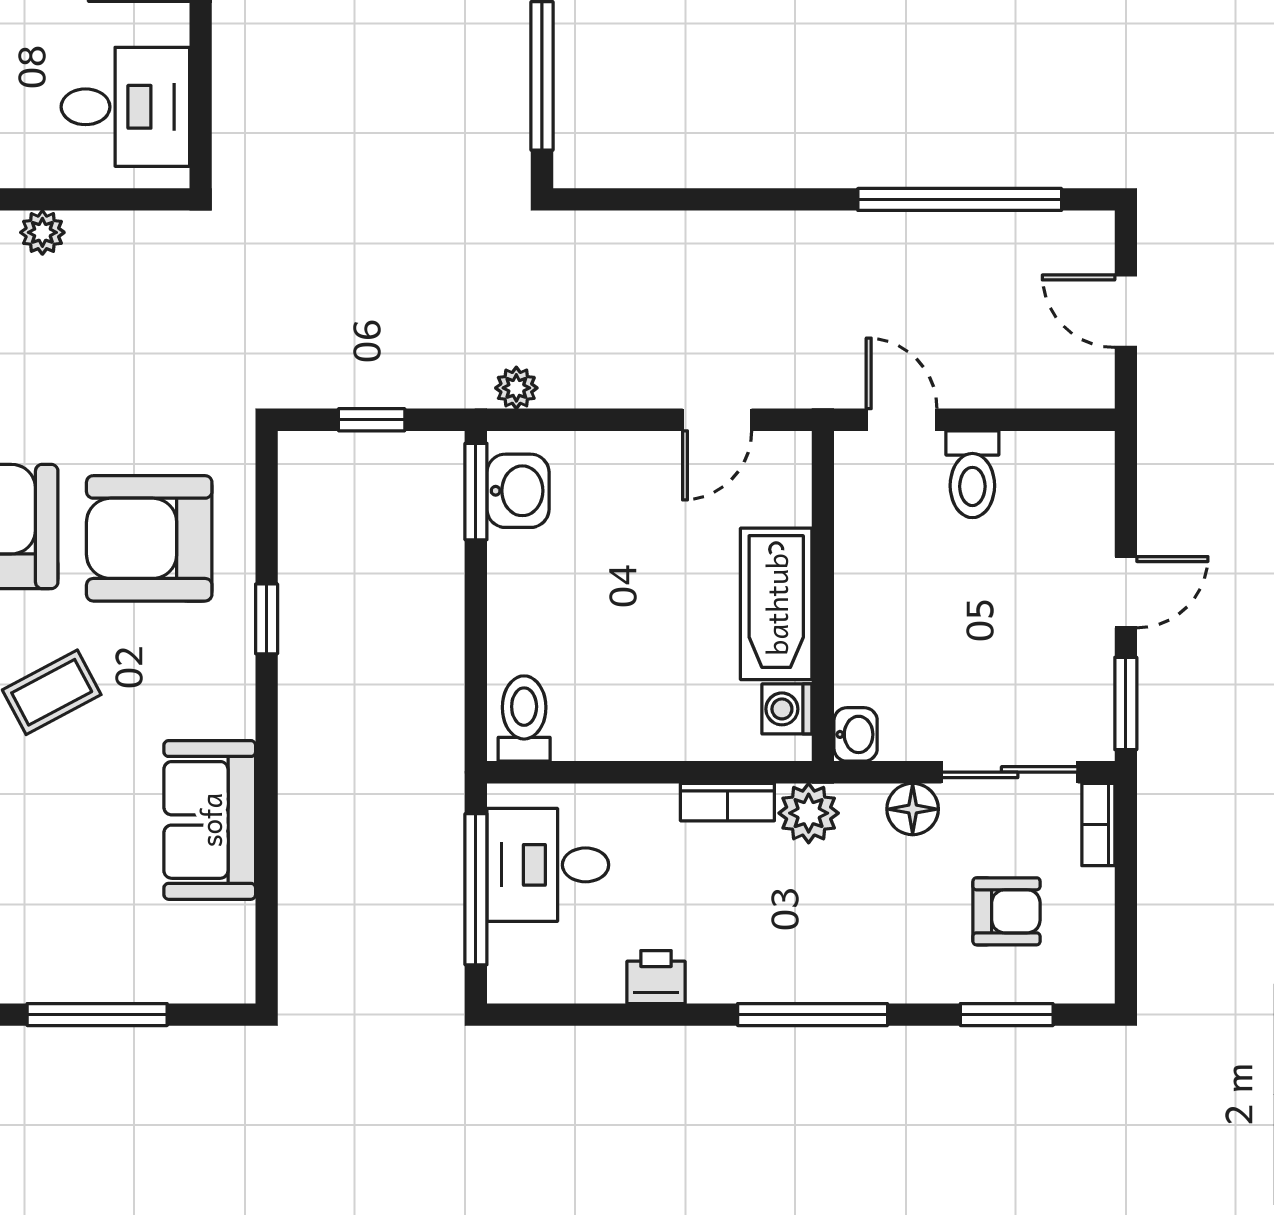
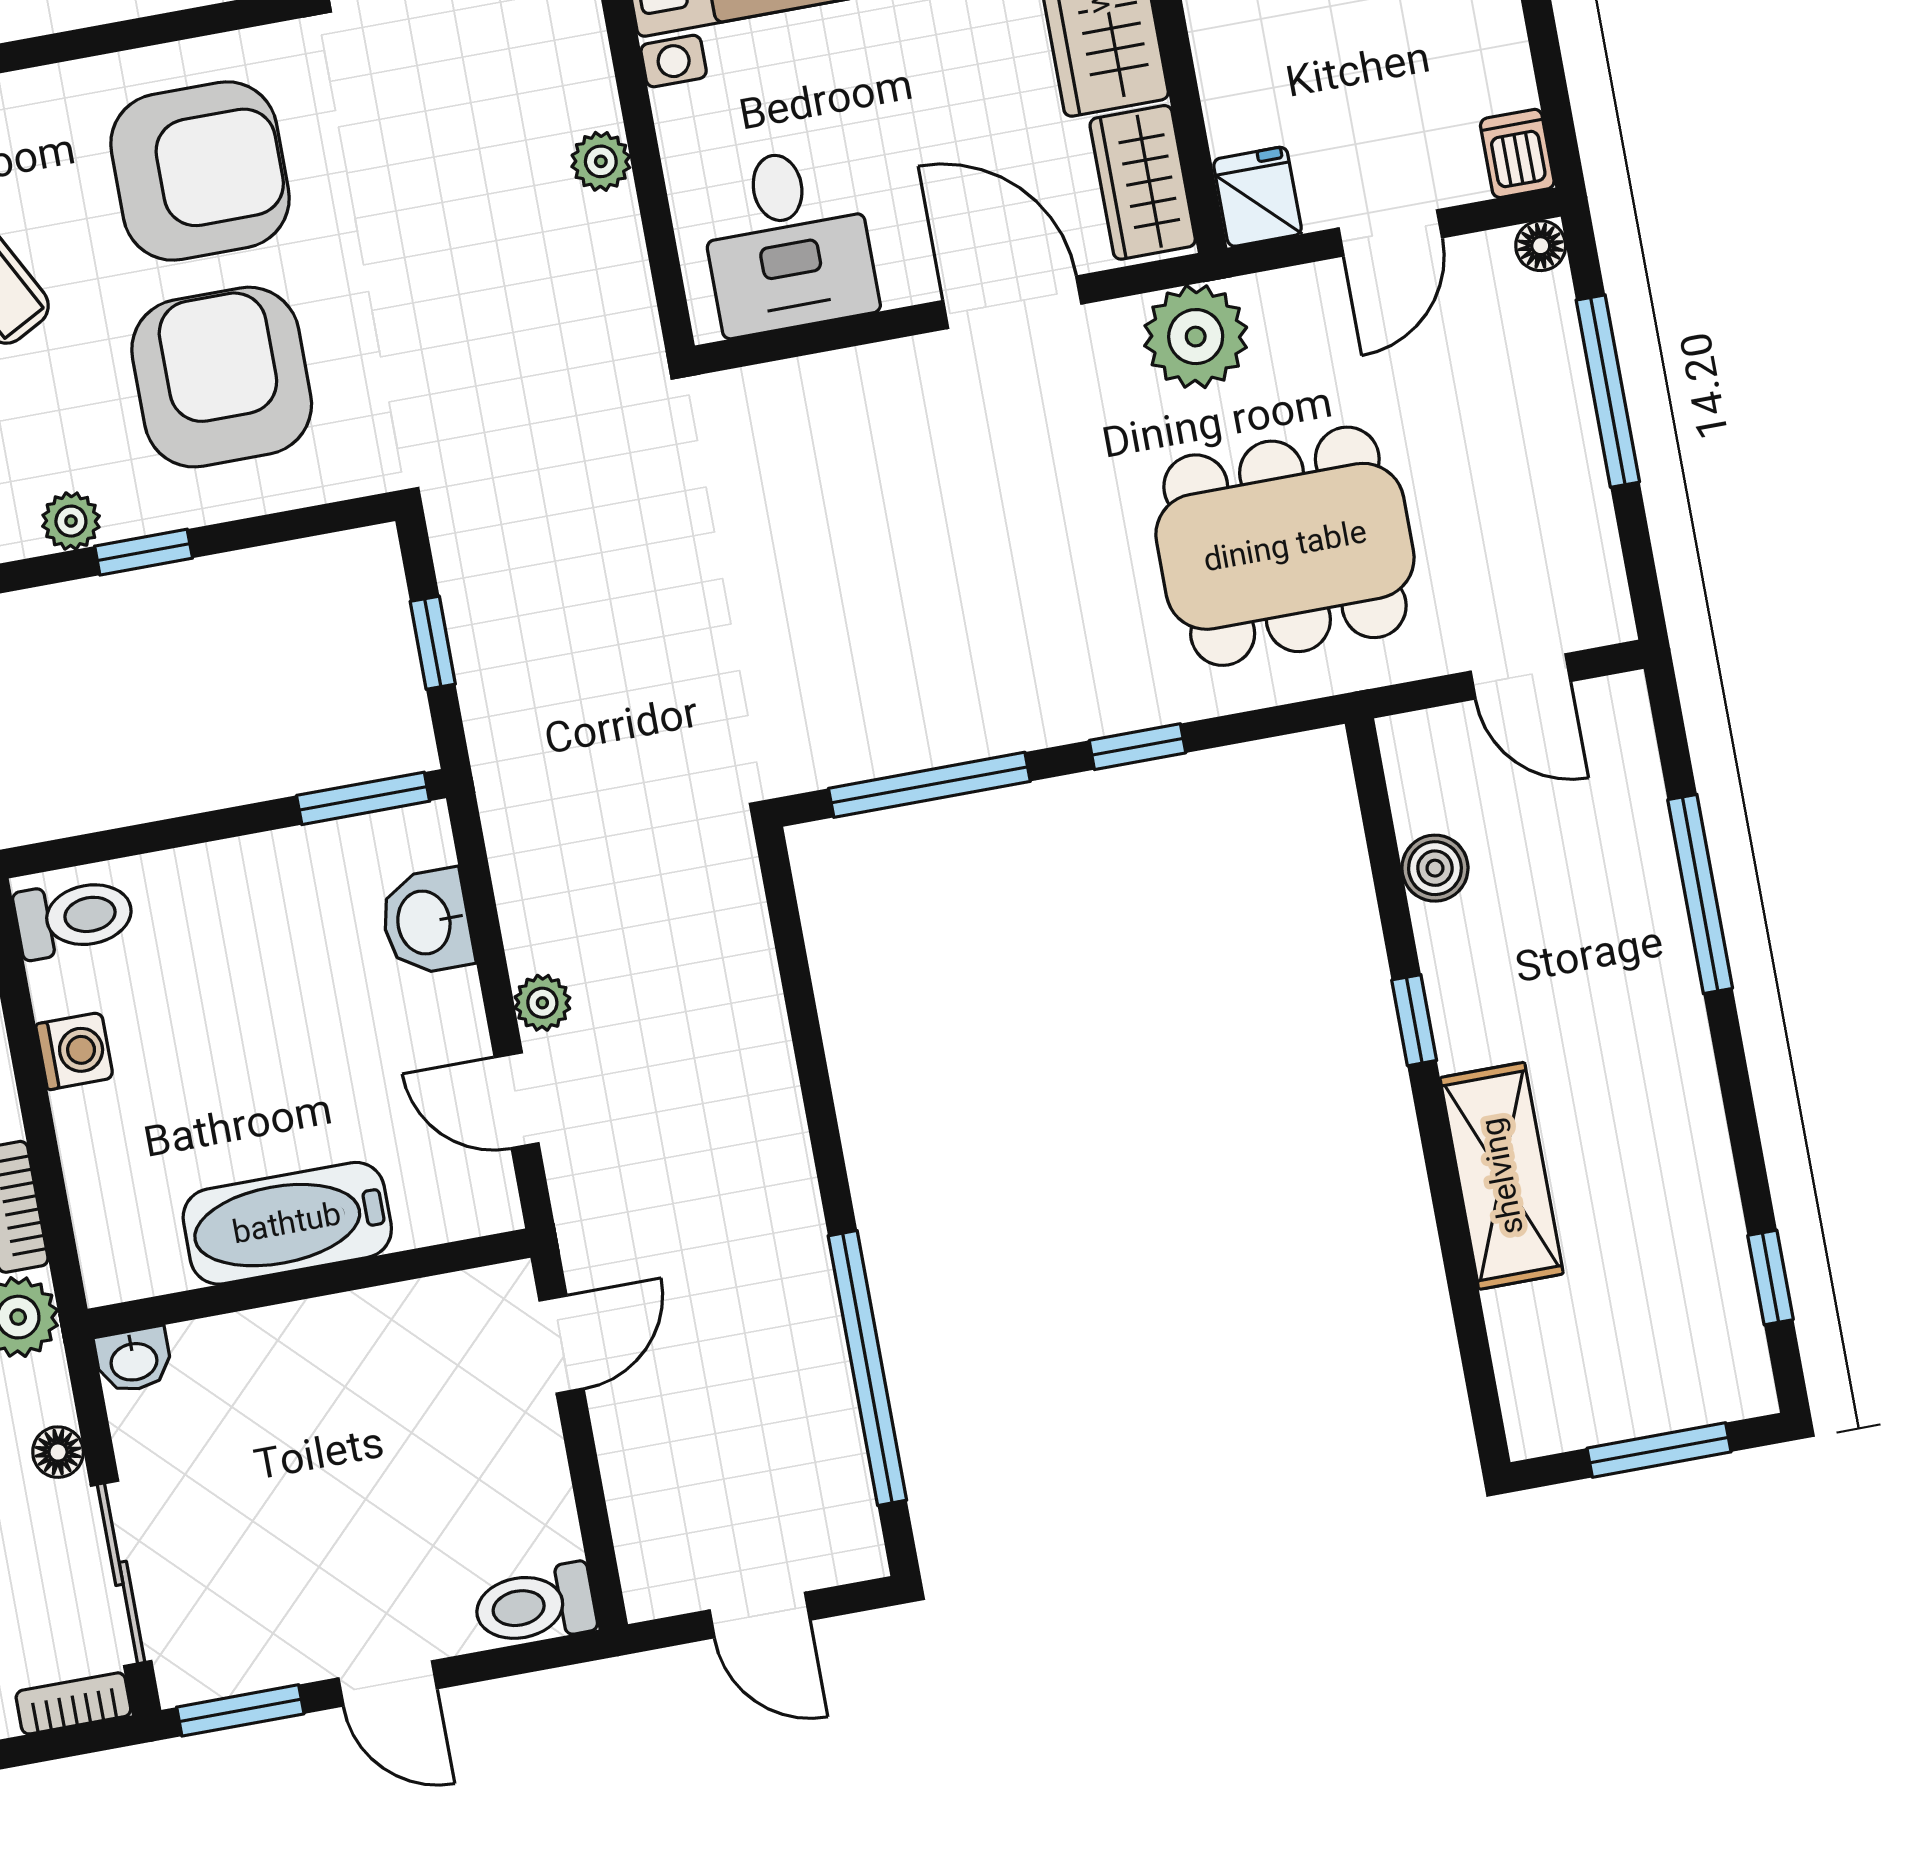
door: (1126, 311) -> (760, 1615), swing flipped
plant: (516, 388) -> (542, 1003), moved
toilet: (972, 474) -> (535, 1605), moved
washbasin: (518, 491) -> (426, 922), moved, turned 90
plant: (234, 668) -> (71, 521), added
washing machine: (787, 709) -> (74, 1051), moved, turned 90
floor lamp: (913, 809) -> (58, 1452), width x0.73, depth x0.73

